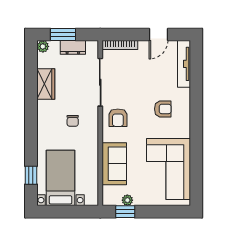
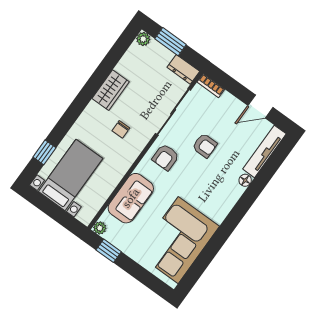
bookcase: (120, 45) -> (211, 86), width x0.64
dresser: (73, 47) -> (183, 69), moved
wardrobe: (46, 84) -> (111, 90), moved
floor lamp: (185, 94) -> (245, 180), added
armchair: (163, 109) -> (205, 146), moved
plant: (127, 200) -> (100, 228), moved

